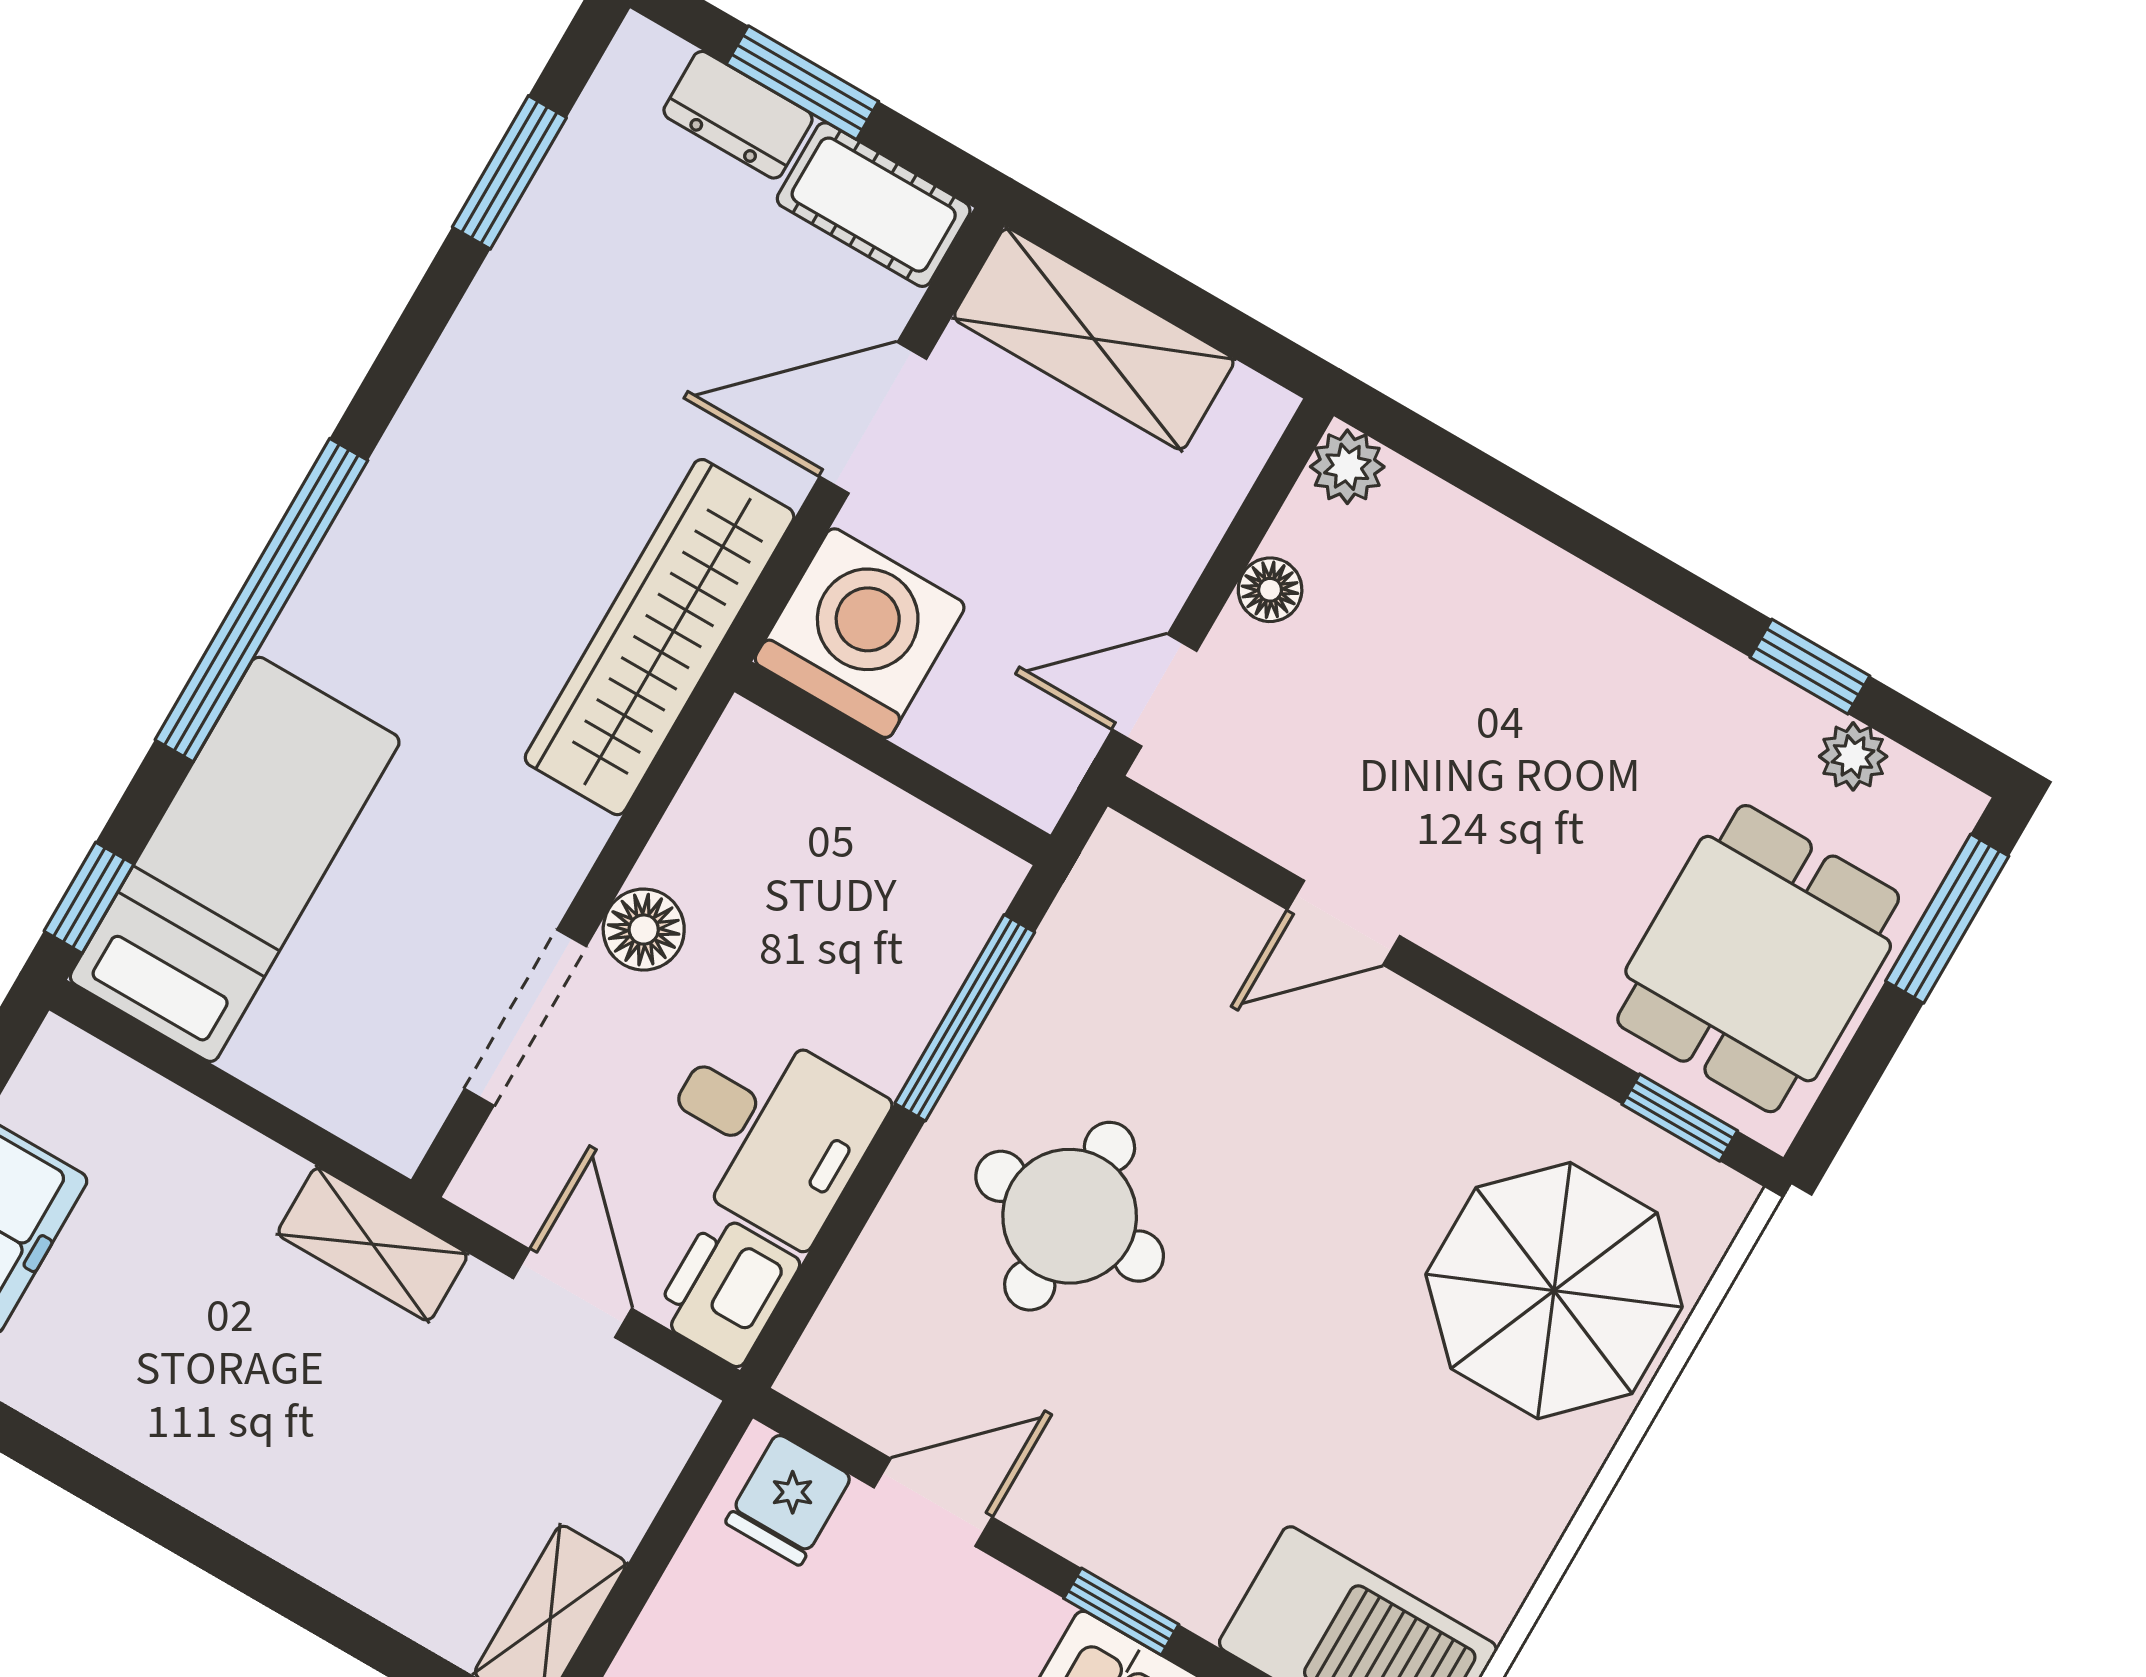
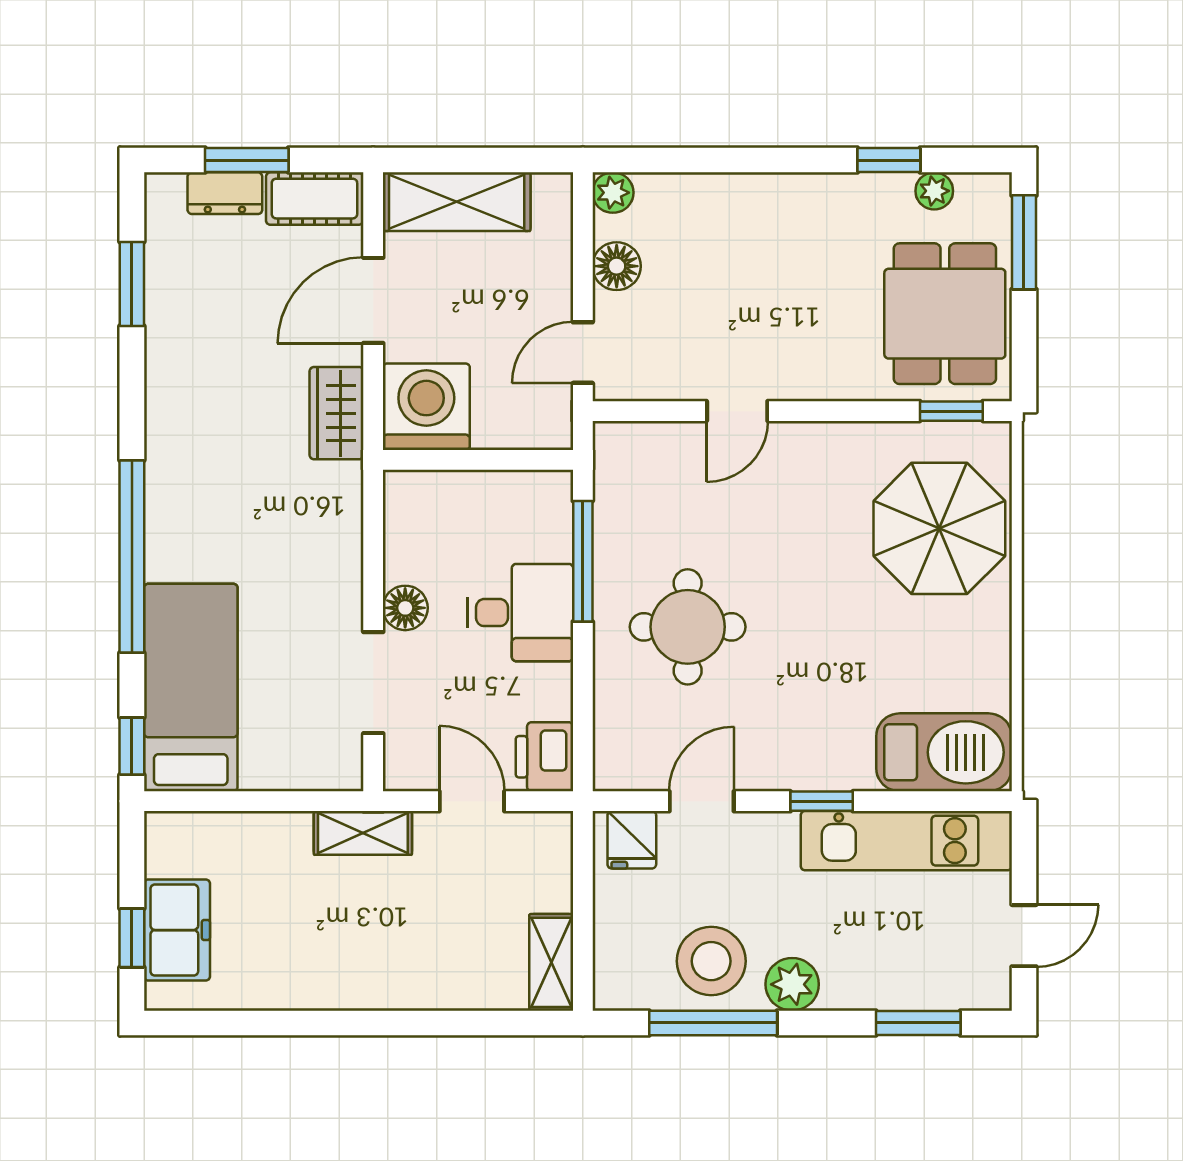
floor lamp: (1270, 590) -> (617, 266), width x1.37, depth x1.37
wardrobe: (660, 637) -> (337, 413), width x0.48, depth x0.85
desk: (768, 1131) -> (520, 613), moved

